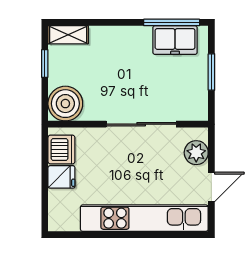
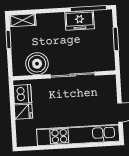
freezer: (175, 40) -> (80, 20), moved
boiler: (65, 104) -> (37, 64), moved
plant: (196, 153) -> (109, 91), removed

